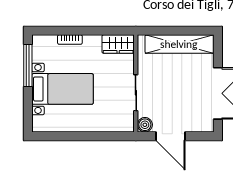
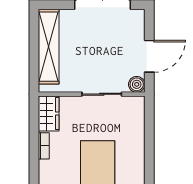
bookcase: (70, 40) -> (44, 146), moved

